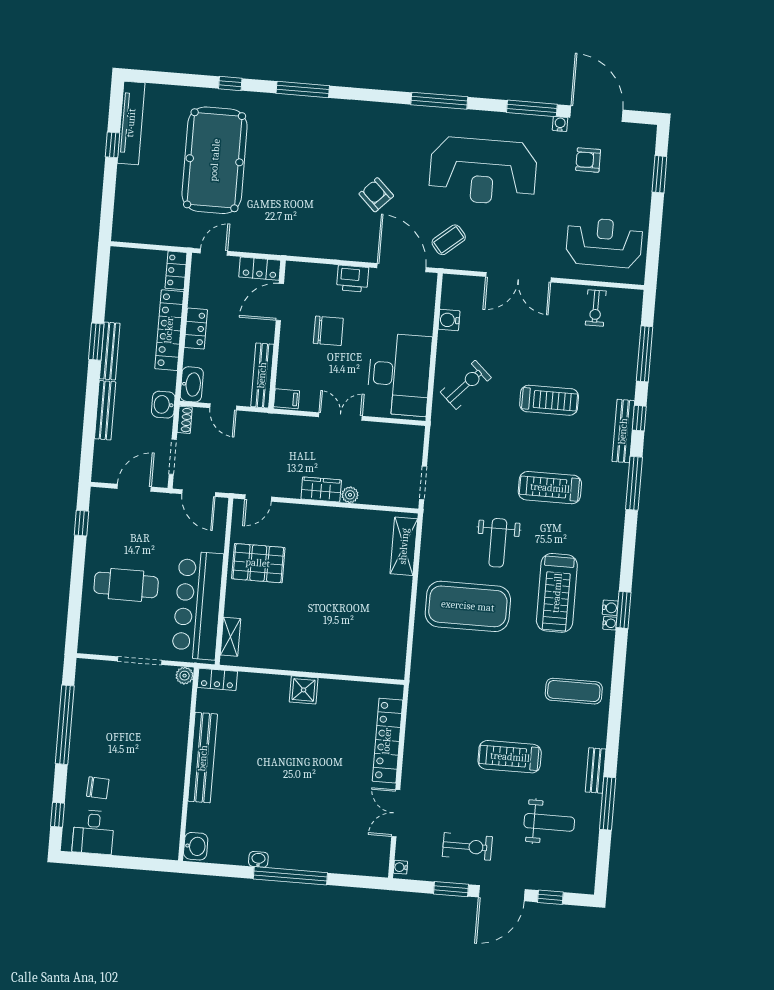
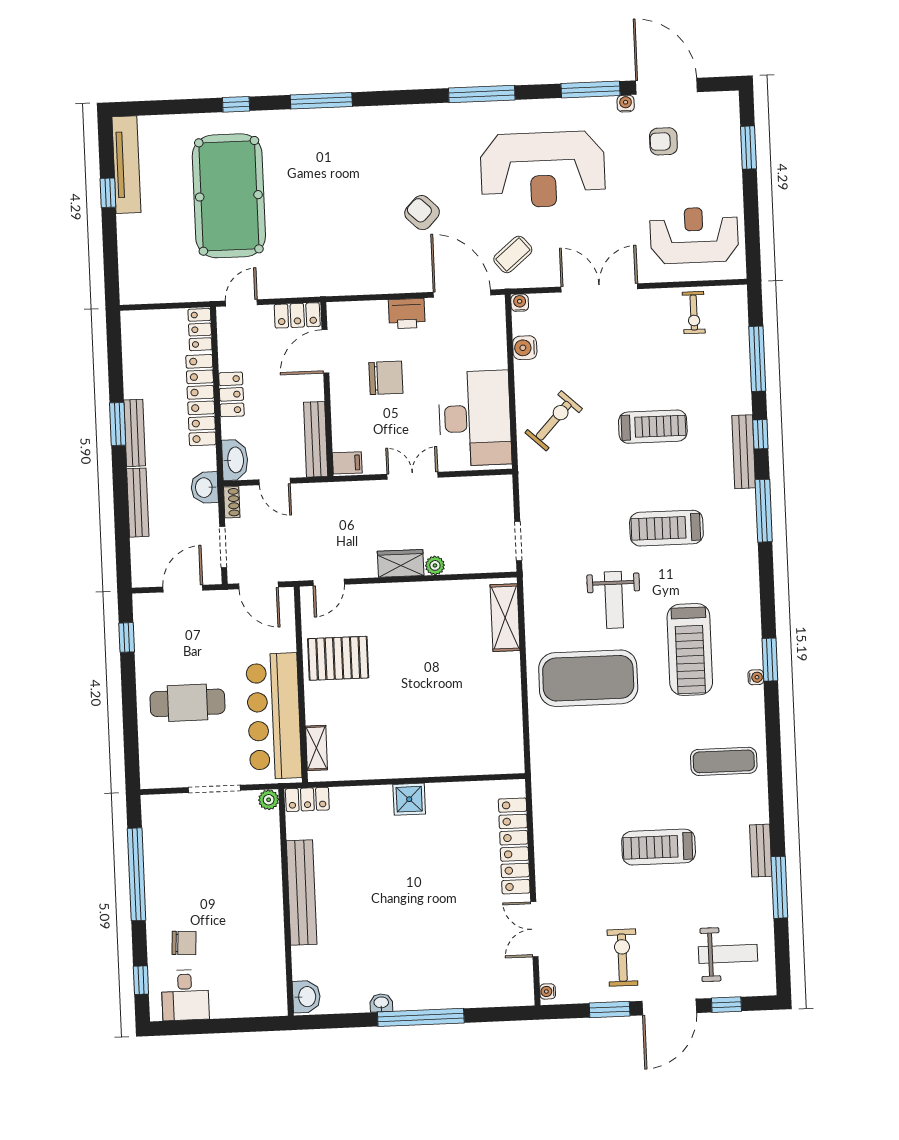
double door: (518, 277) -> (599, 288), swing flipped
water cooler: (610, 608) -> (520, 303), moved, turned -90
weight bench: (549, 822) -> (728, 954), moved
exercise bike: (467, 846) -> (622, 958), turned -90

